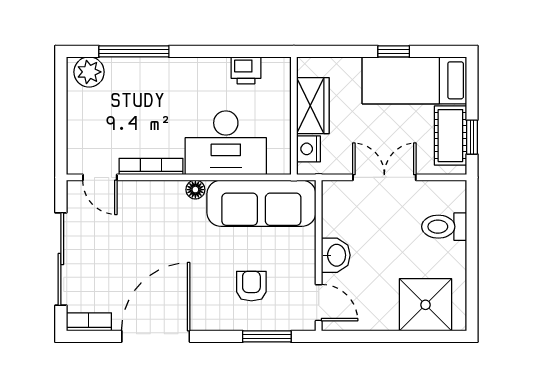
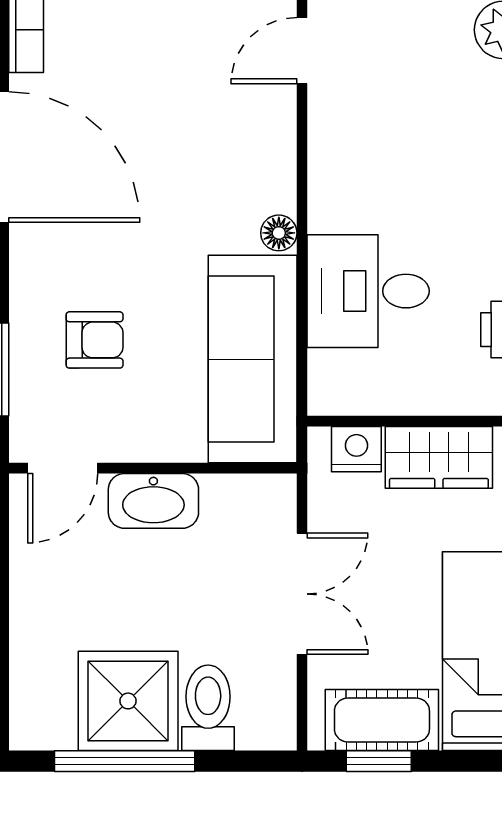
desk: (226, 143) -> (368, 291), width x0.73
bookcase: (151, 166) -> (323, 148), removed
washbasin: (336, 255) -> (153, 501), width x1.38
window: (472, 270) -> (125, 761), added
shower: (425, 305) -> (128, 701), moved

